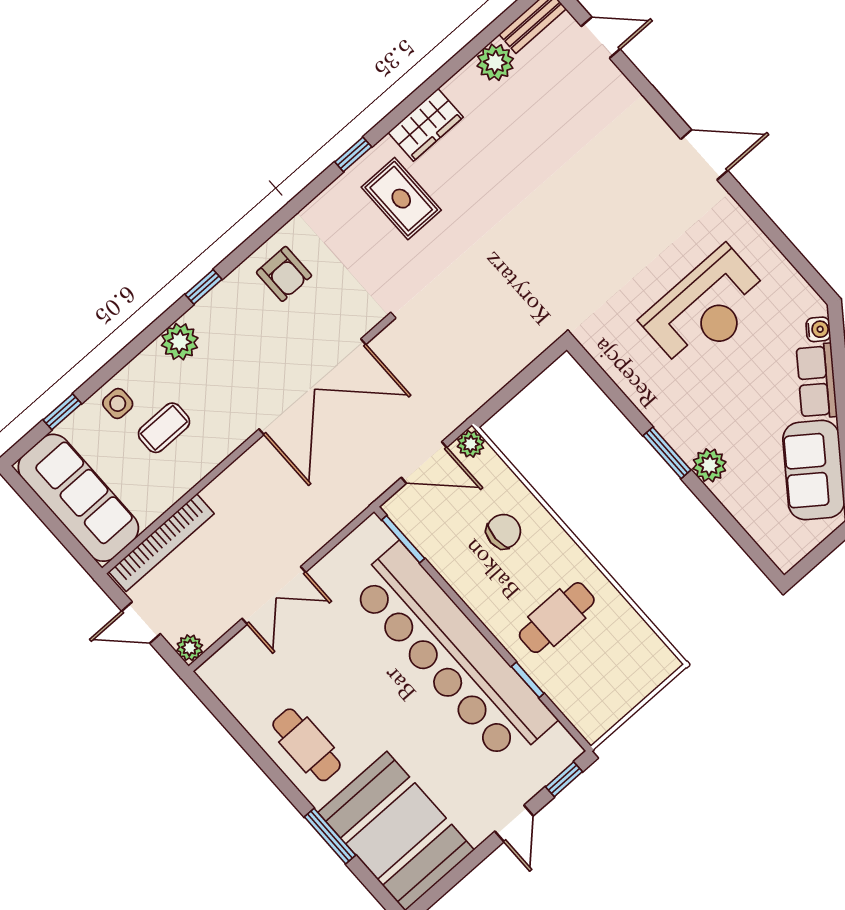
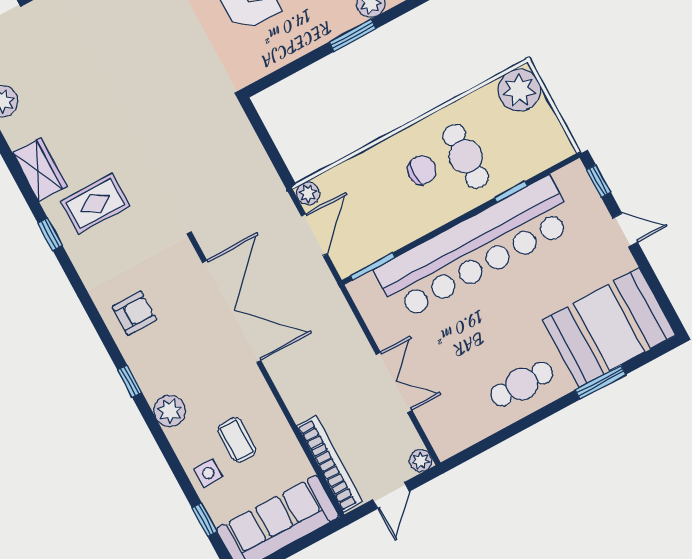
chair: (503, 531) -> (422, 170), moved, turned 90
plant: (648, 662) -> (519, 90), added

